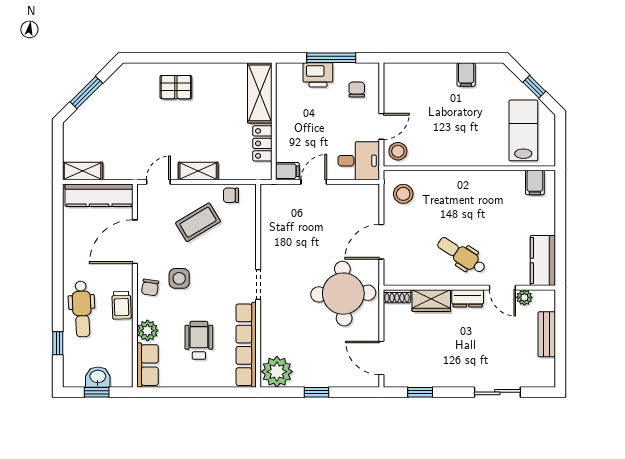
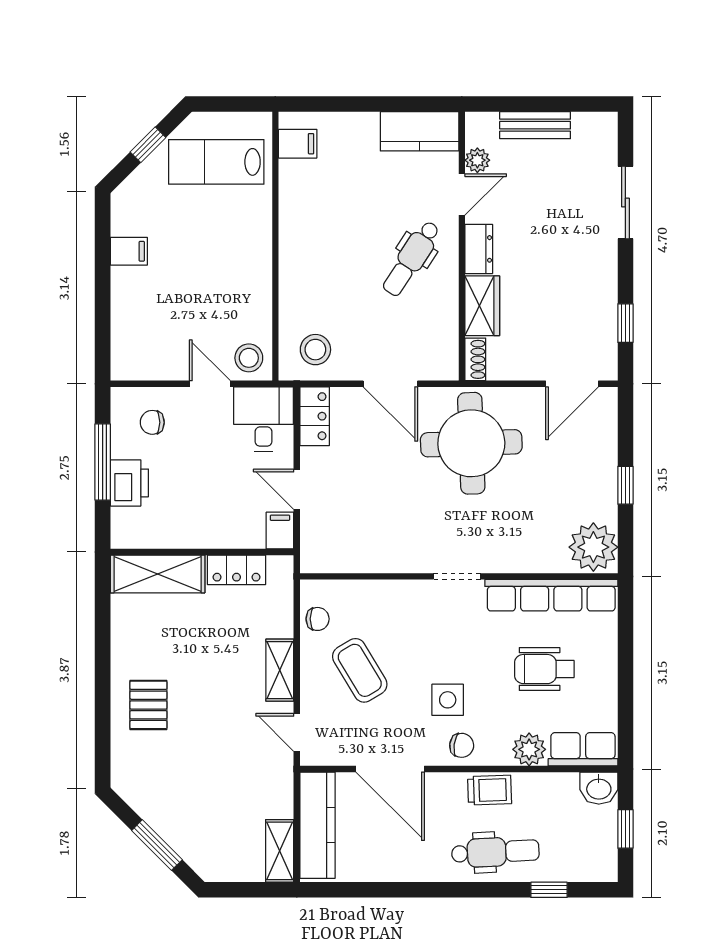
locker: (361, 193) -> (315, 416), added
chair: (231, 195) -> (318, 619), turned -90
washbasin: (98, 377) -> (599, 788), moved, turned -90

